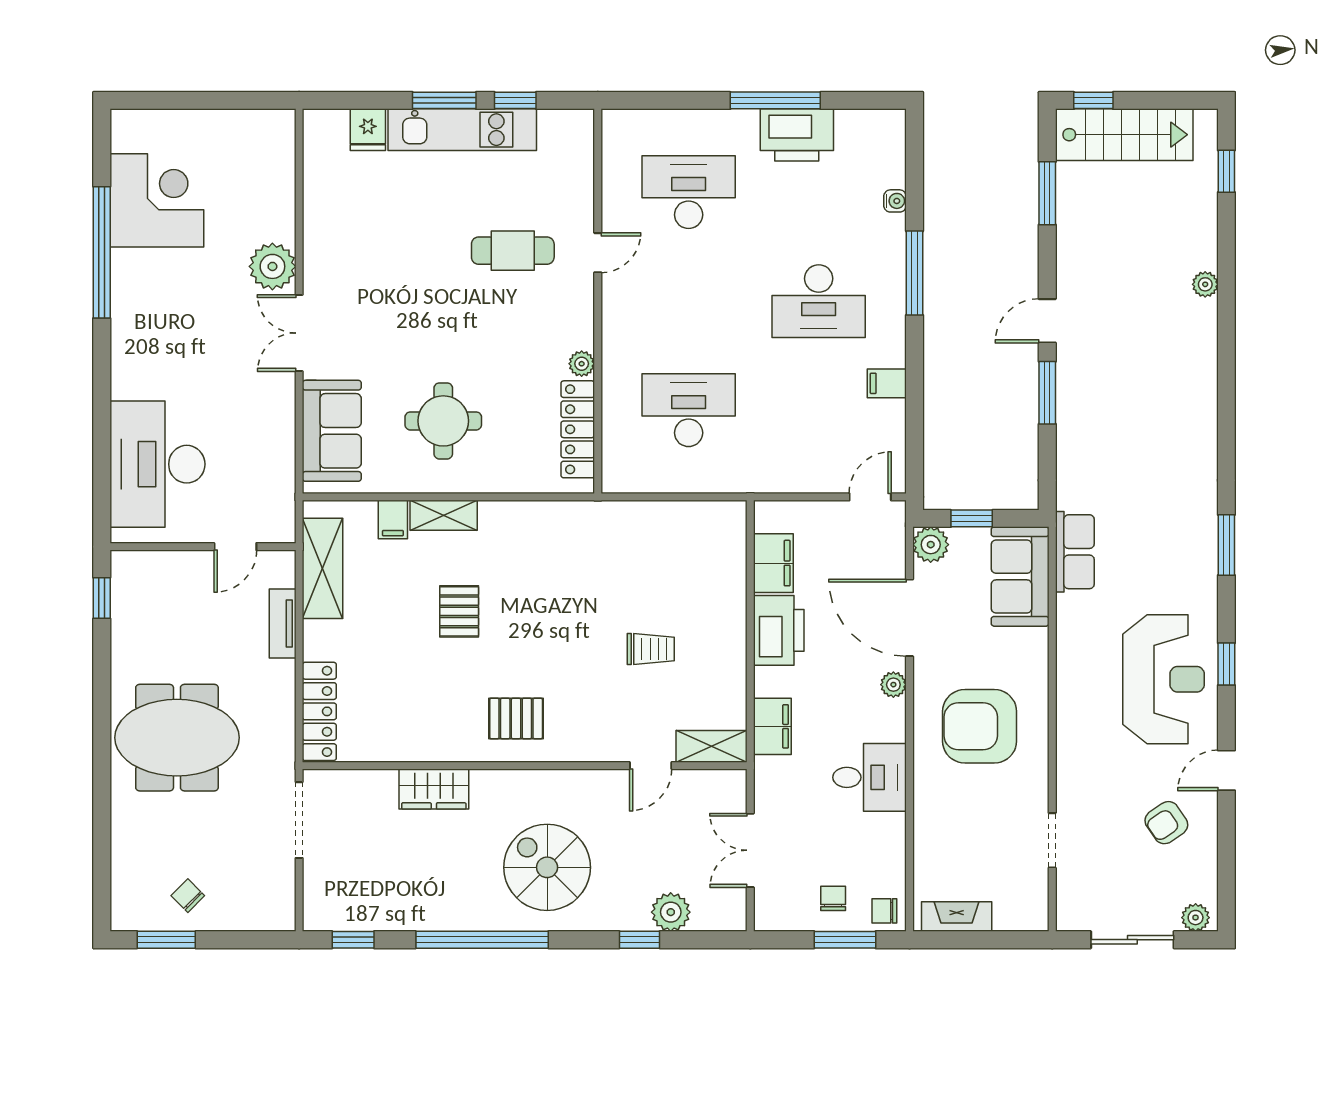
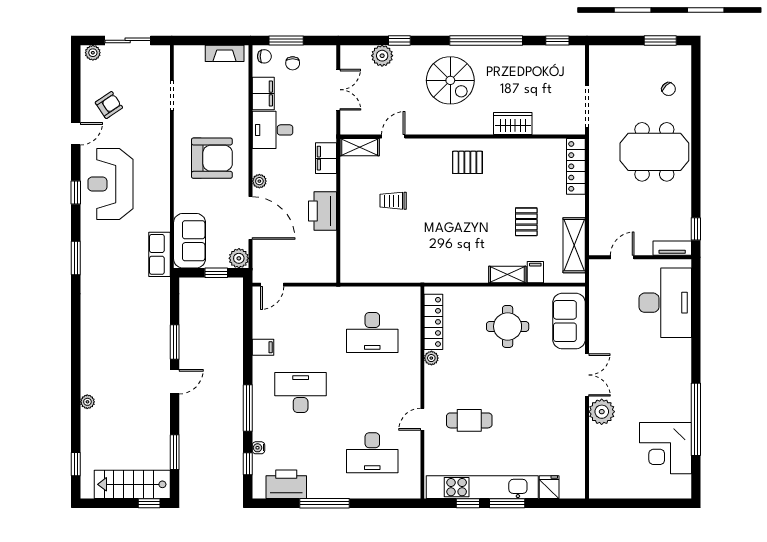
kitchen unit: (462, 130) -> (482, 487), width x1.36
printer: (797, 135) -> (286, 484), moved
window: (915, 172) -> (248, 464), added
filing cabinet: (773, 563) -> (263, 93), moved, turned 180
pallet: (459, 611) -> (526, 222), moved
tv unit: (283, 623) -> (672, 248), moved, turned -90
chair: (188, 896) -> (669, 89), moved

